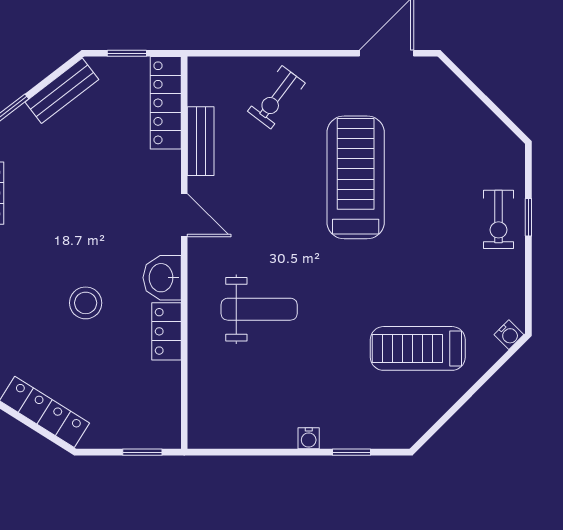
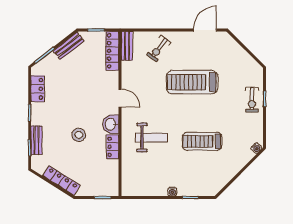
bench: (201, 141) -> (127, 46), moved
treadmill: (356, 177) -> (192, 82), turned -90
treadmill: (418, 348) -> (202, 141), moved

